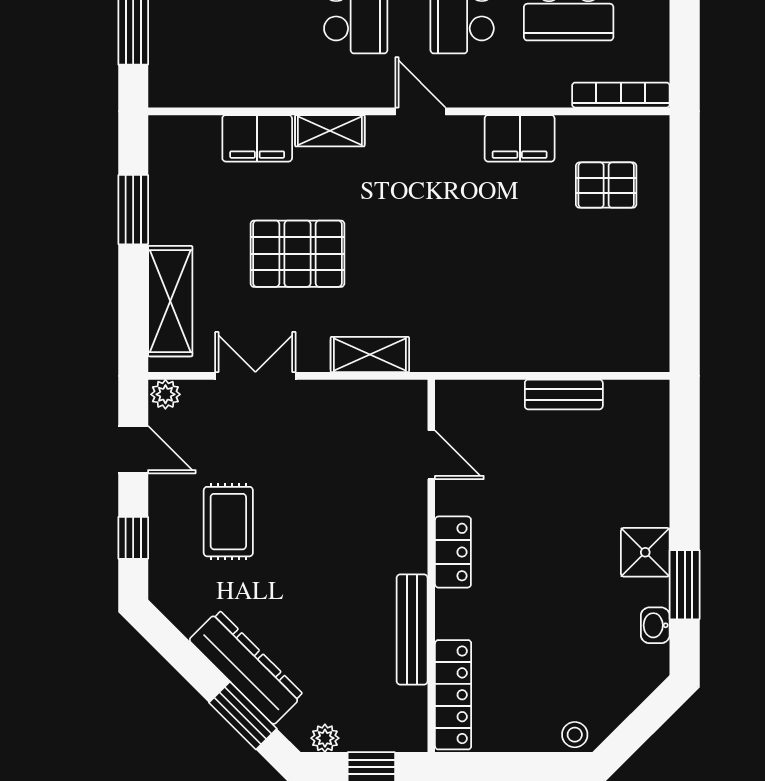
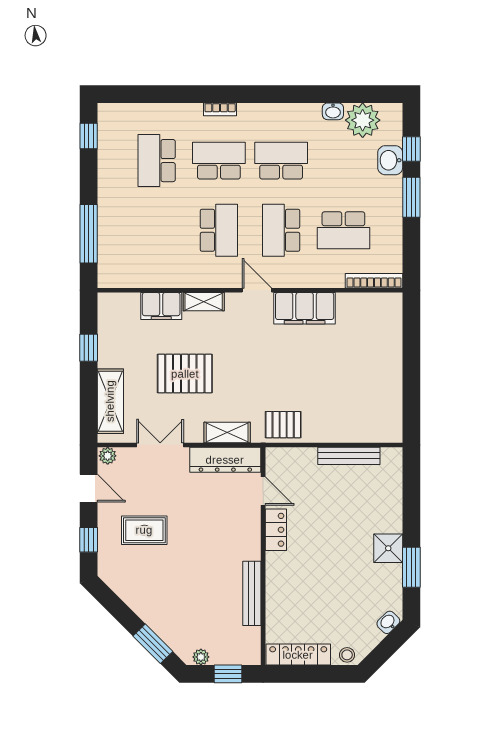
filing cabinet: (520, 138) -> (305, 308), width x1.50, depth x1.17
pallet: (606, 185) -> (283, 425), moved
window: (133, 210) -> (89, 348), width x0.67
bench: (564, 394) -> (349, 456), width x1.36
rug: (228, 522) -> (144, 530), turned 90
locker: (453, 552) -> (276, 530), moved
washbasin: (655, 625) -> (388, 622), moved, turned 45
dresser: (246, 667) -> (225, 460), moved, turned 135
locker: (453, 695) -> (298, 655), moved, turned -90

